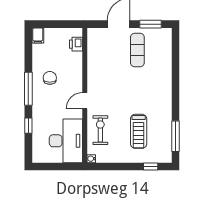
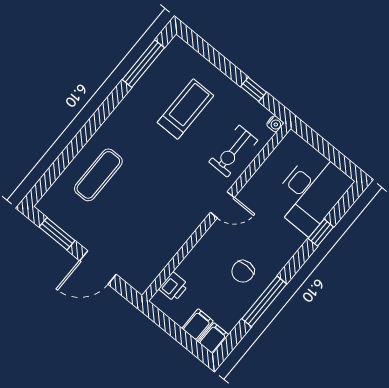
filing cabinet: (50, 36) -> (198, 325), added
exercise mat: (137, 50) -> (98, 175), moved
window: (28, 89) -> (264, 301), moved
desk: (66, 141) -> (311, 192), moved, turned 180
window: (151, 166) -> (253, 89), moved

